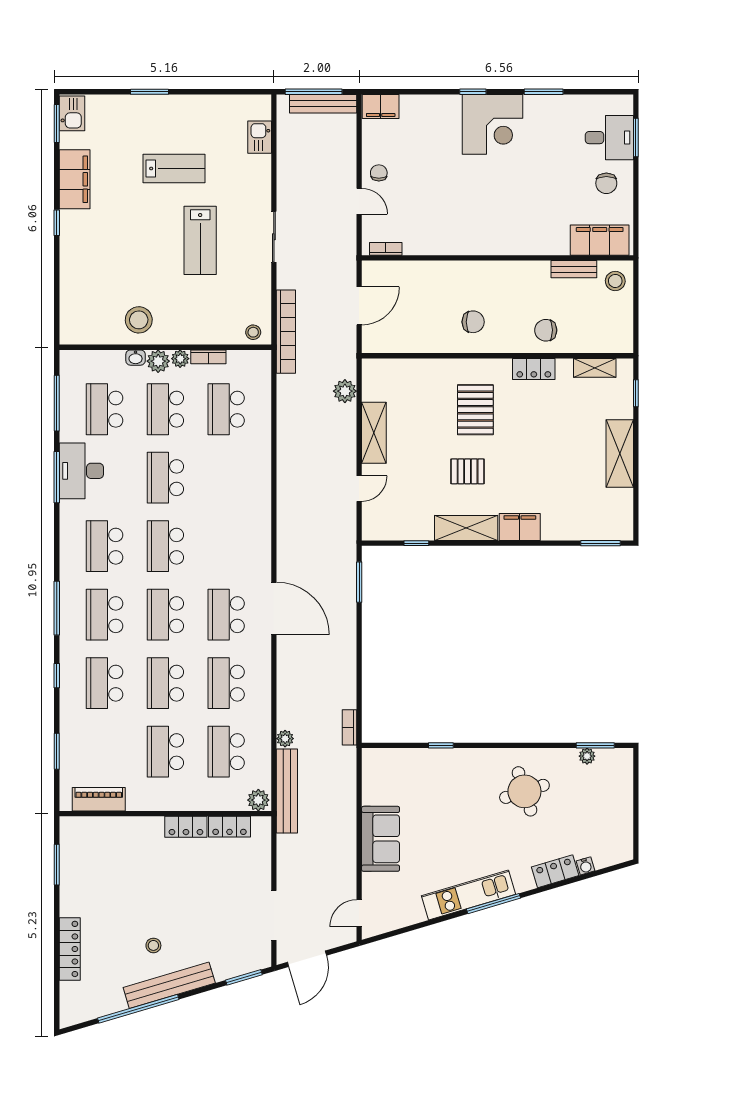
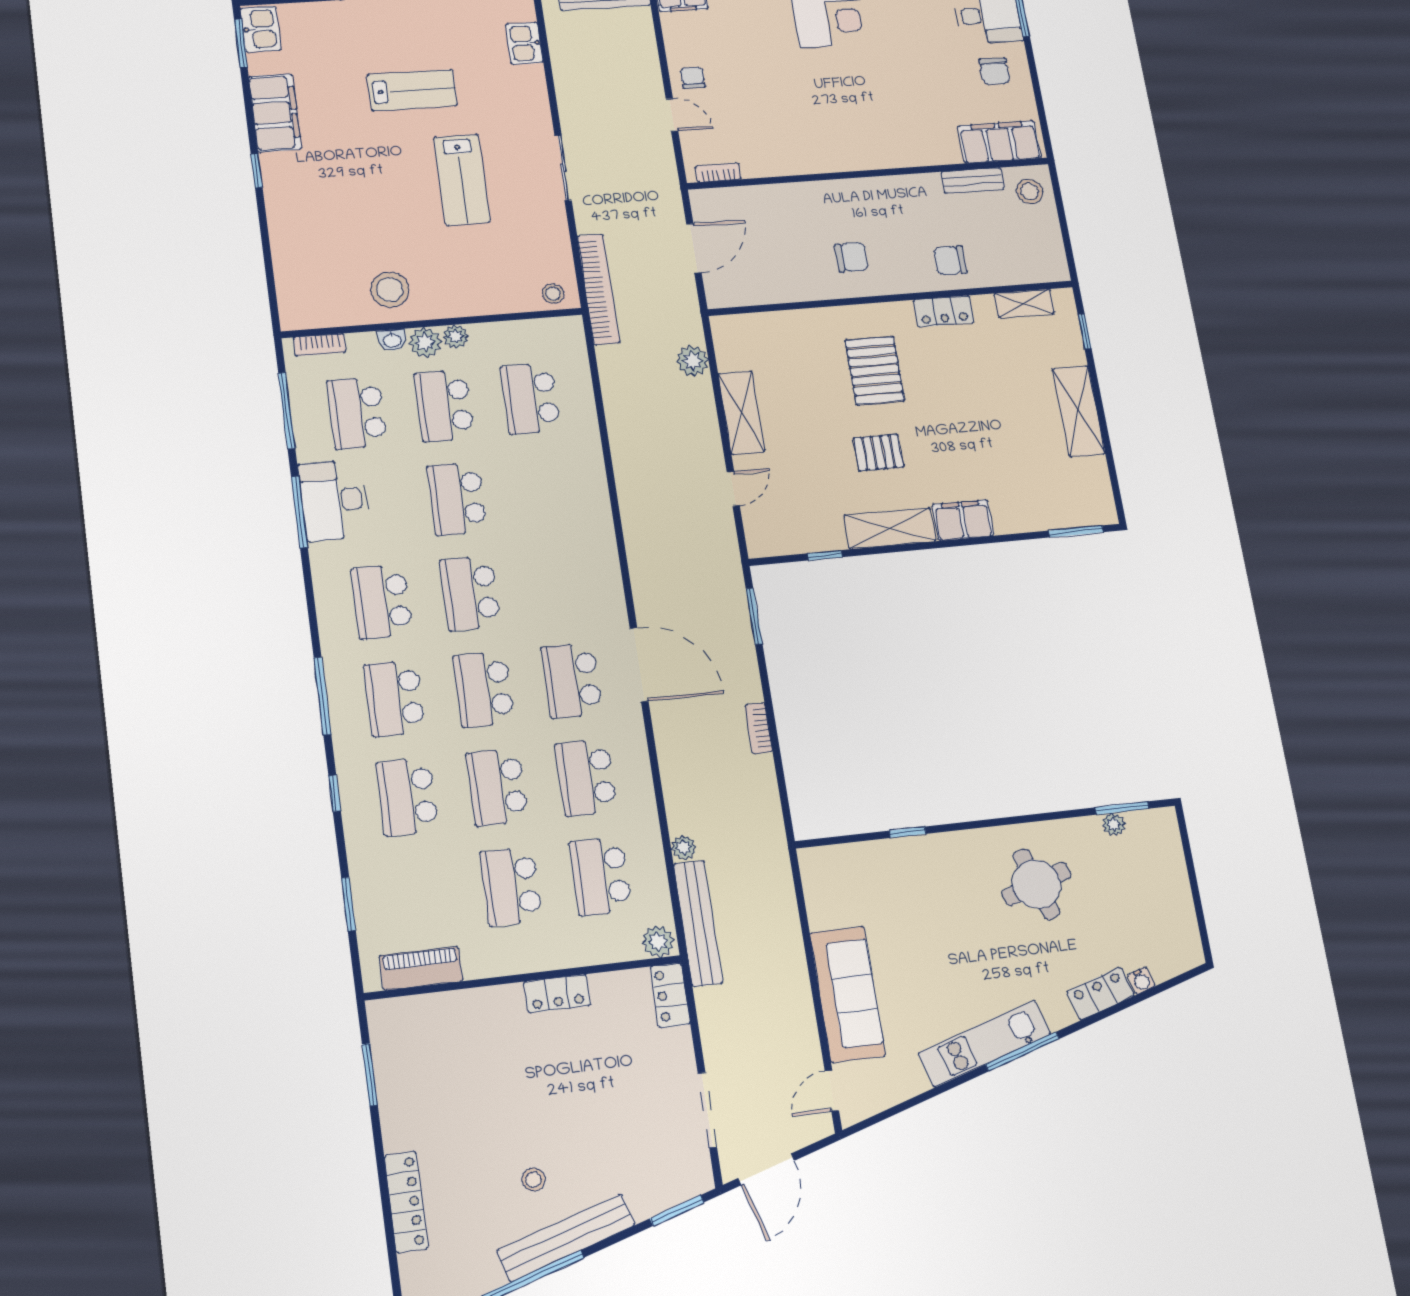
bookcase: (208, 357) -> (320, 345), moved
bookcase: (349, 727) -> (759, 728), moved
locker: (229, 827) -> (670, 995), moved, turned 90
sofa: (381, 839) -> (847, 994), width x1.36

